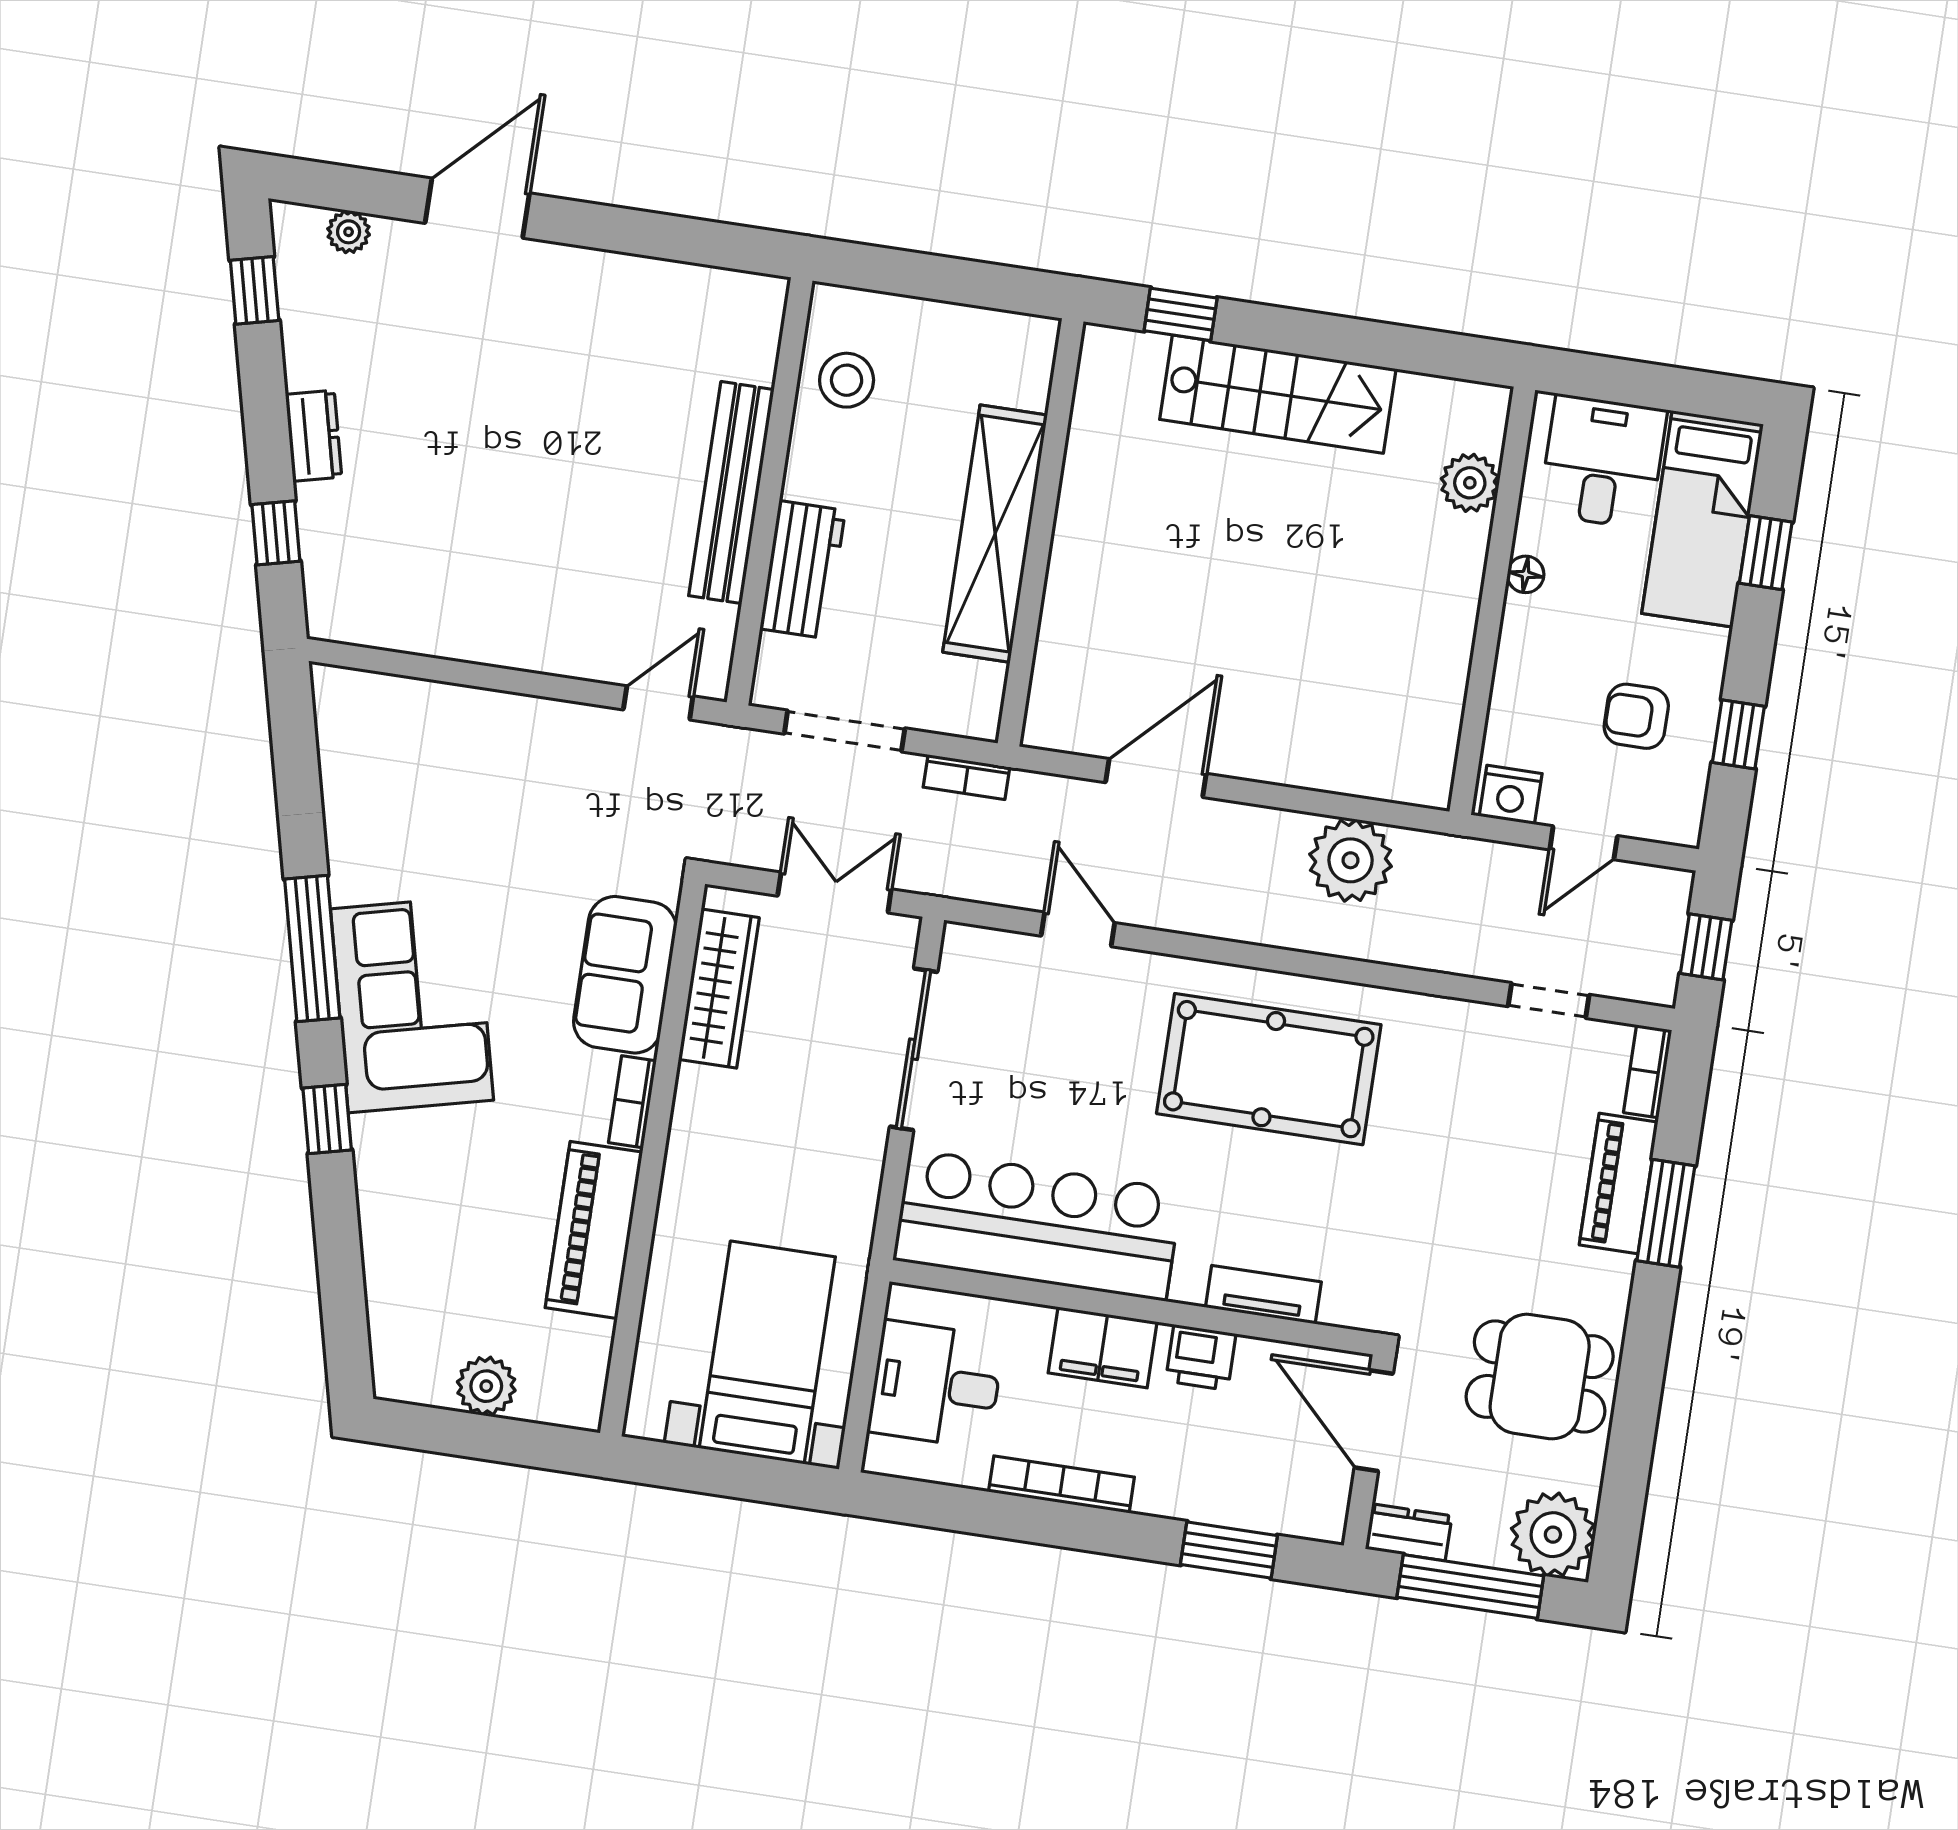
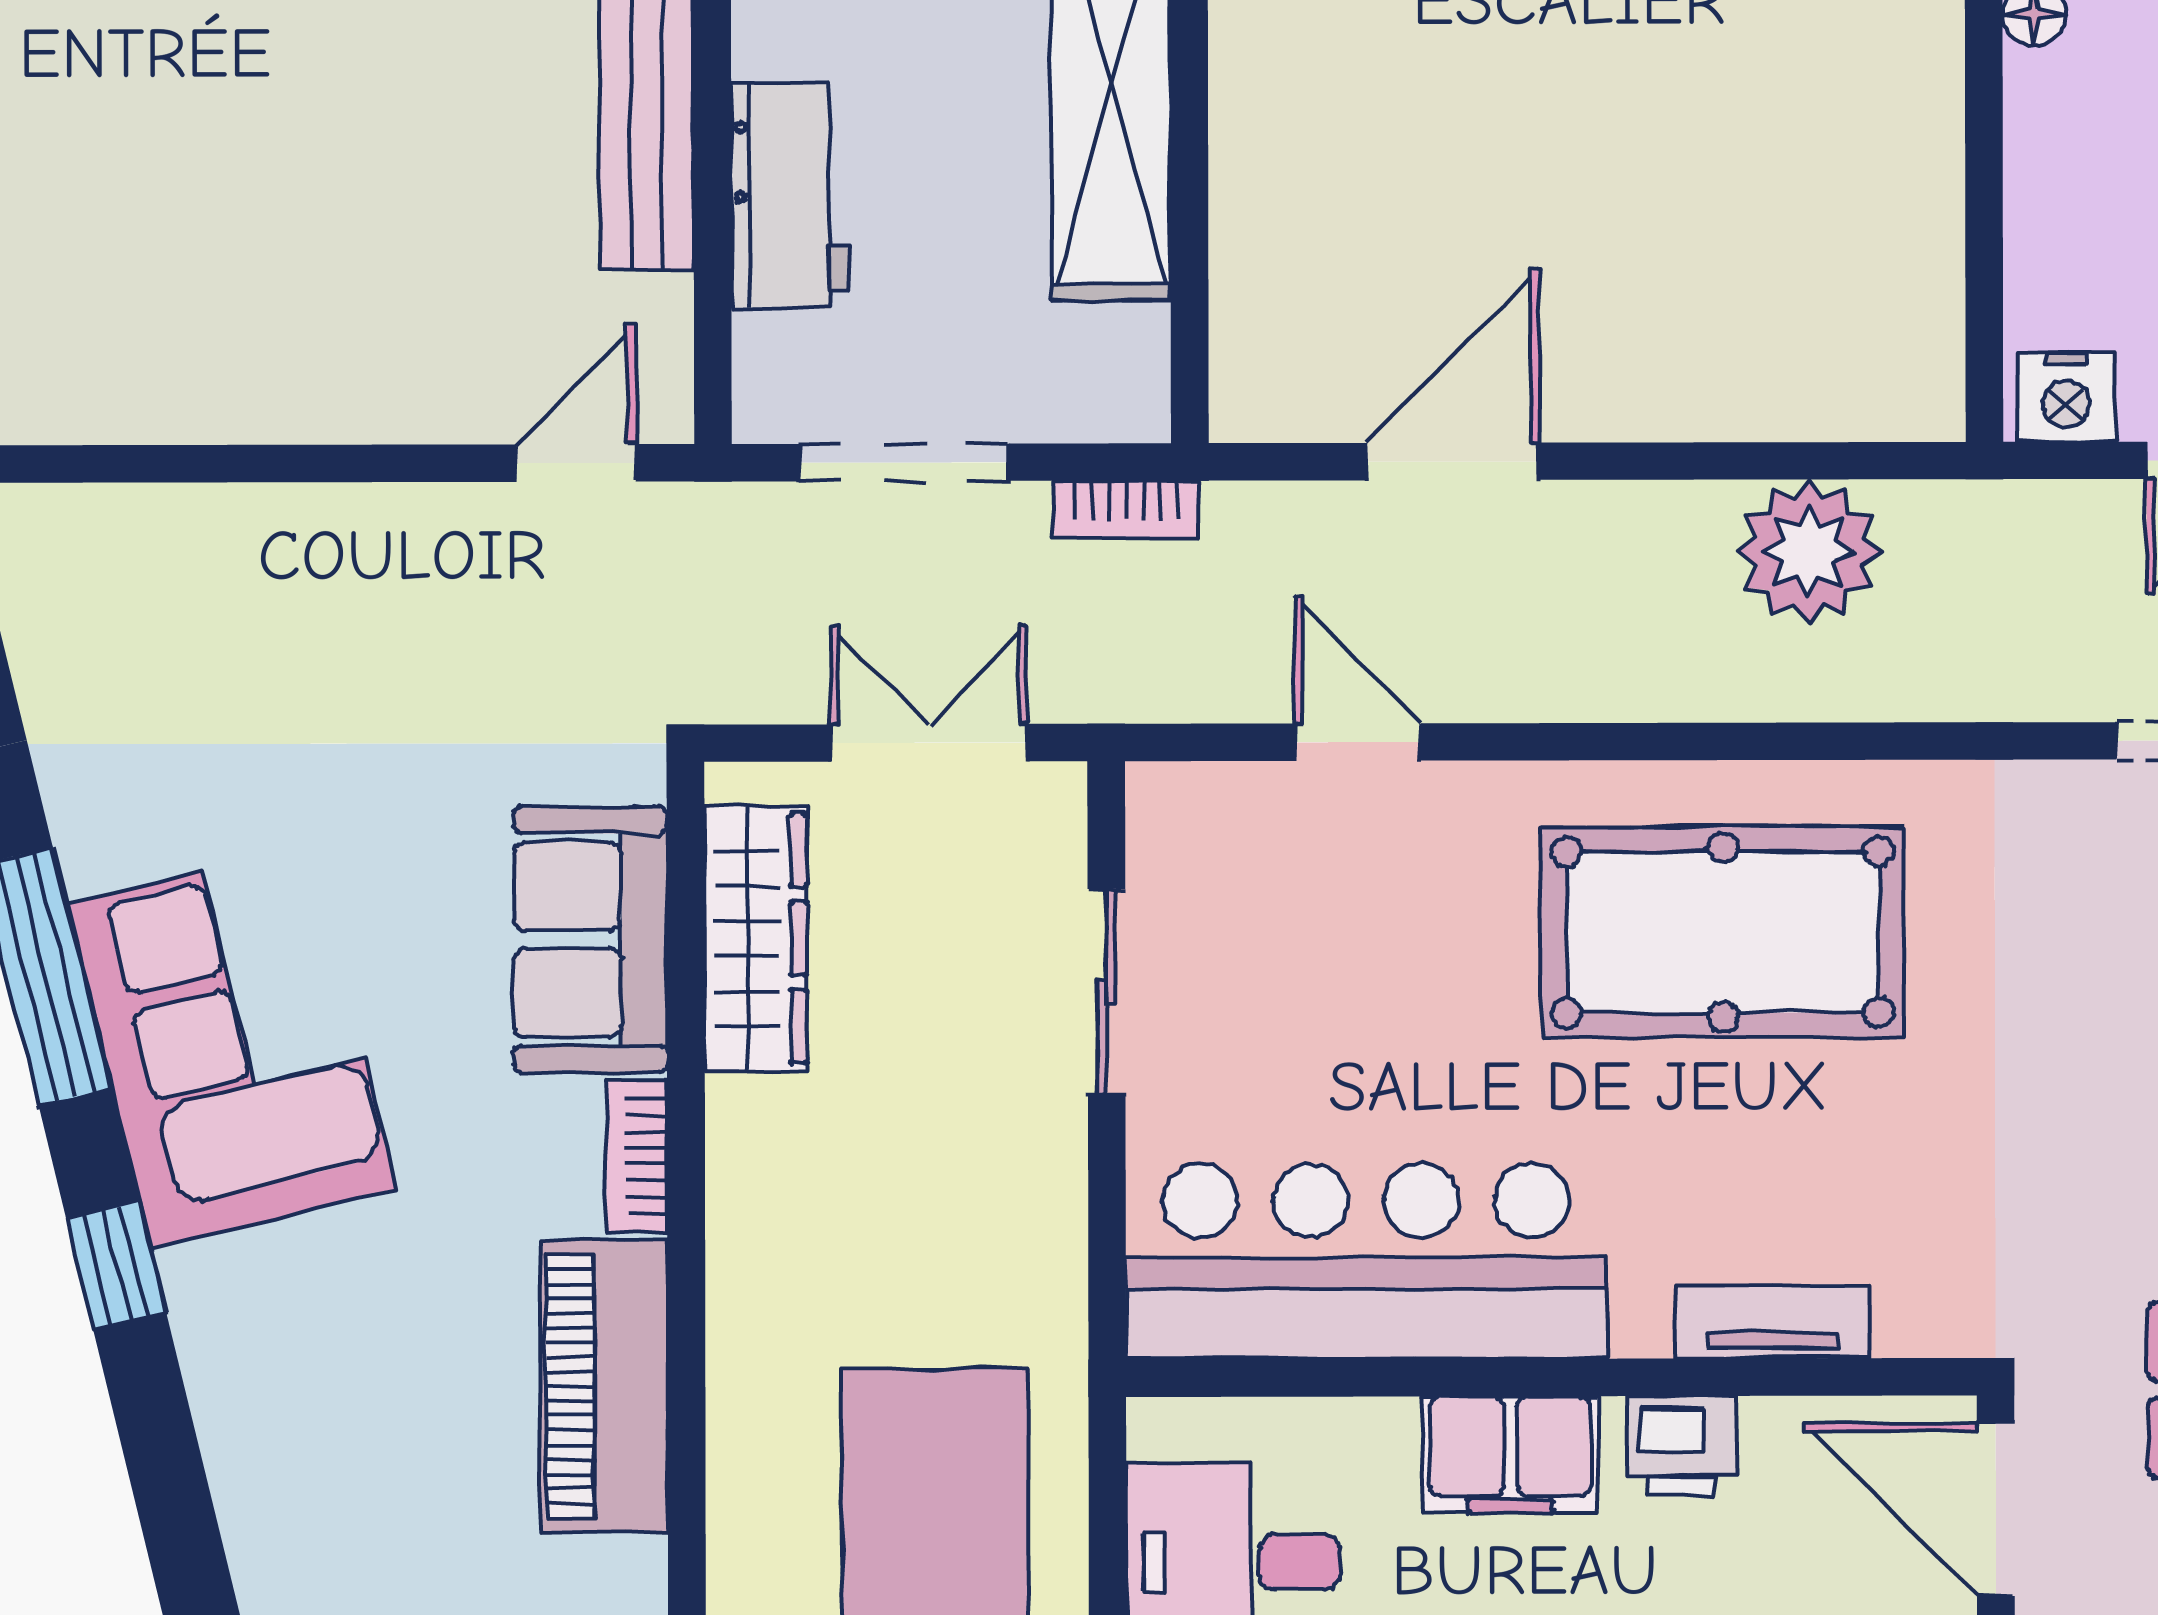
sliding door: (914, 1049) -> (1107, 992), width x0.73

